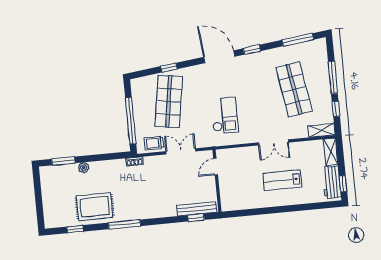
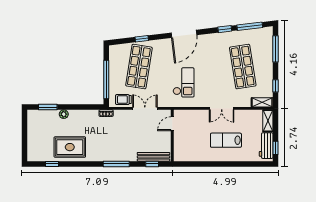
window: (252, 50) -> (225, 29), moved
door: (219, 57) -> (184, 34), swing flipped
window: (333, 77) -> (275, 49), moved
window: (124, 224) -> (116, 164), moved

